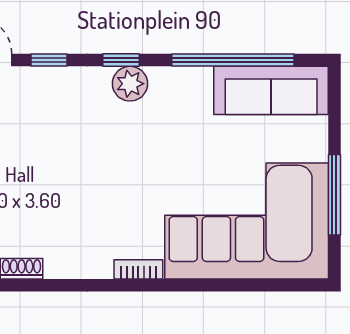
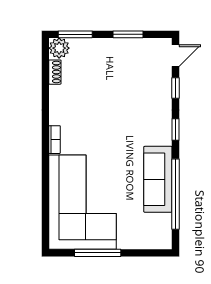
plant: (130, 84) -> (162, 135), removed
sofa: (271, 90) -> (158, 179), moved

